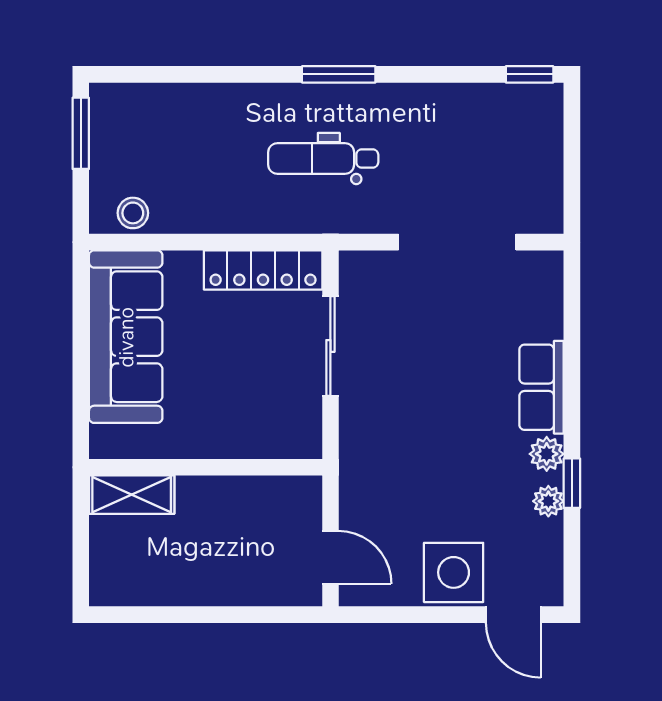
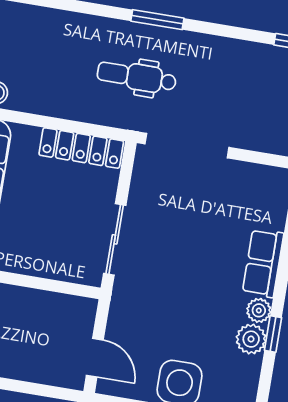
doorway: (457, 242) -> (187, 146), moved
sliding door: (330, 346) -> (115, 239), moved
plant: (548, 501) -> (251, 339), width x1.38, depth x1.38

